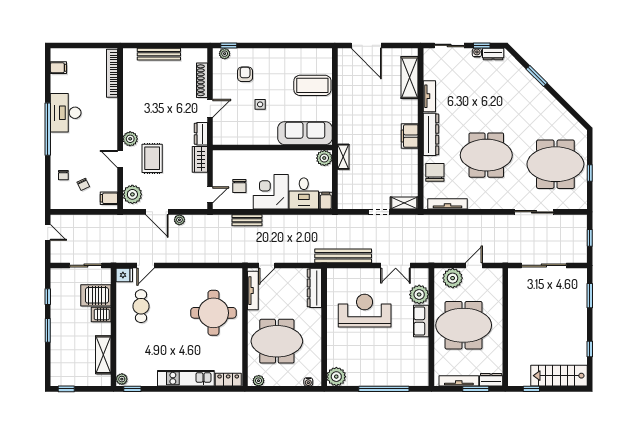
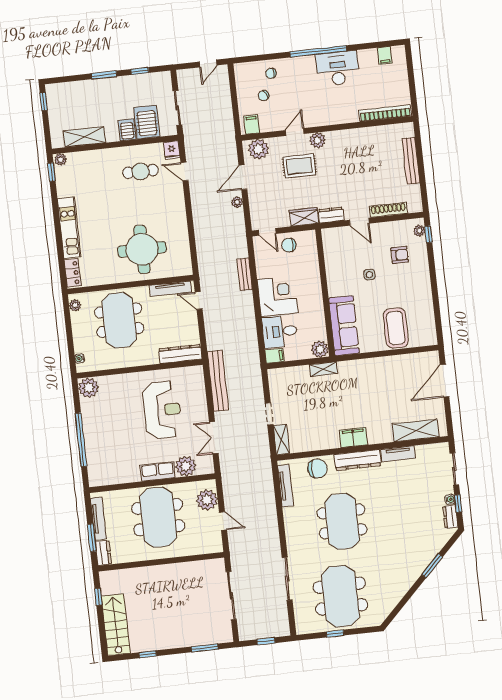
chair: (239, 186) -> (289, 245), moved

